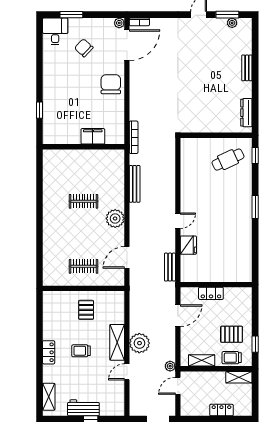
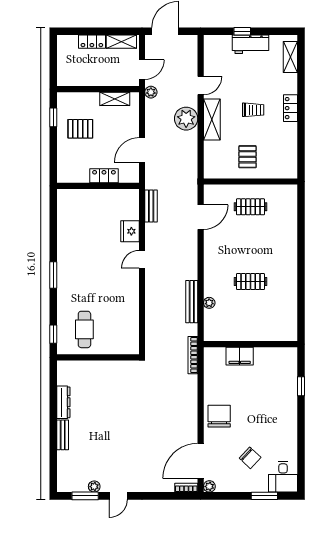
plant: (232, 23) -> (94, 487), moved
chair: (111, 84) -> (219, 416), turned 180
dresser: (246, 113) -> (63, 402), moved
cafe table: (228, 160) -> (84, 329), turned -65
plant: (115, 218) -> (209, 303), moved, width x0.53, depth x0.53
trolley: (232, 358) -> (80, 102), removed
shelving: (239, 377) -> (121, 42), moved

